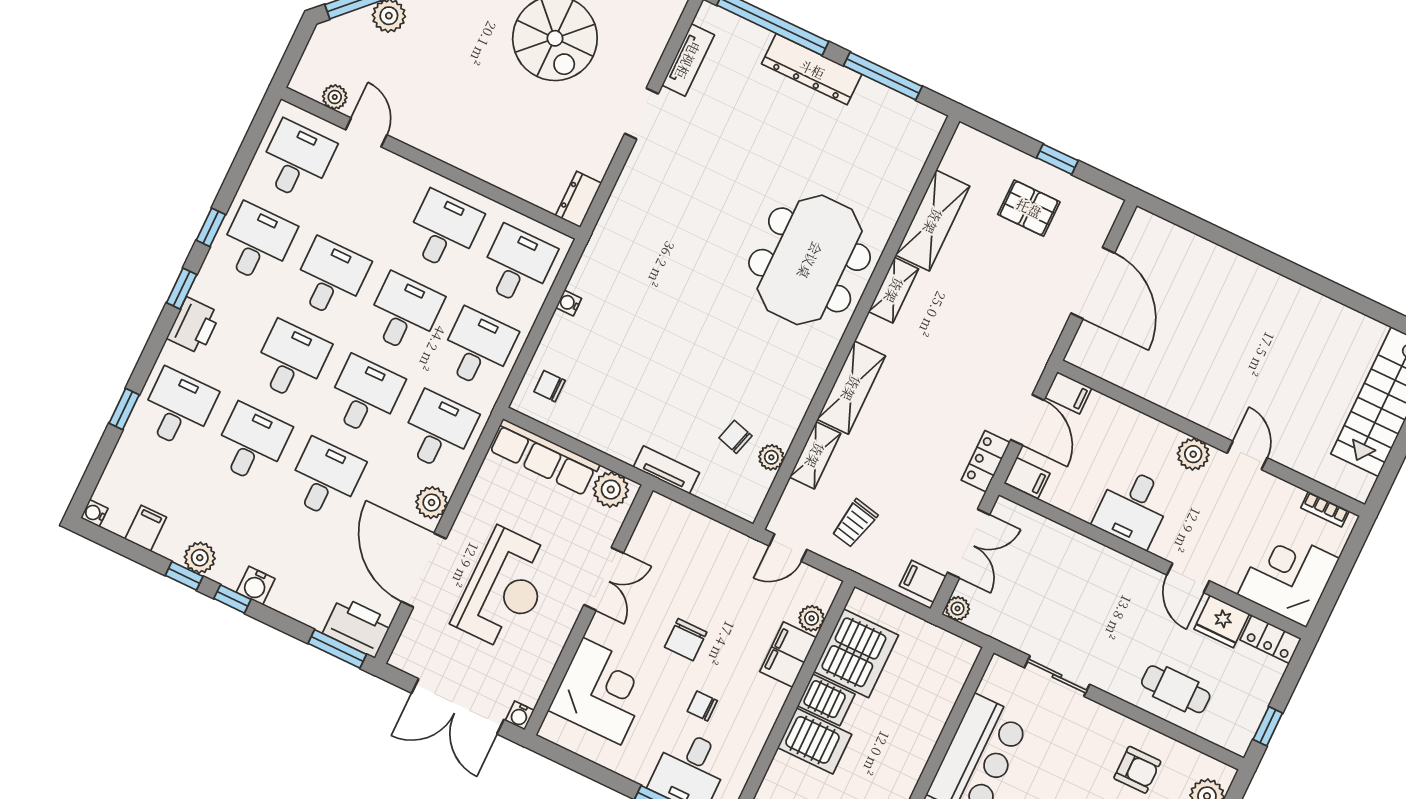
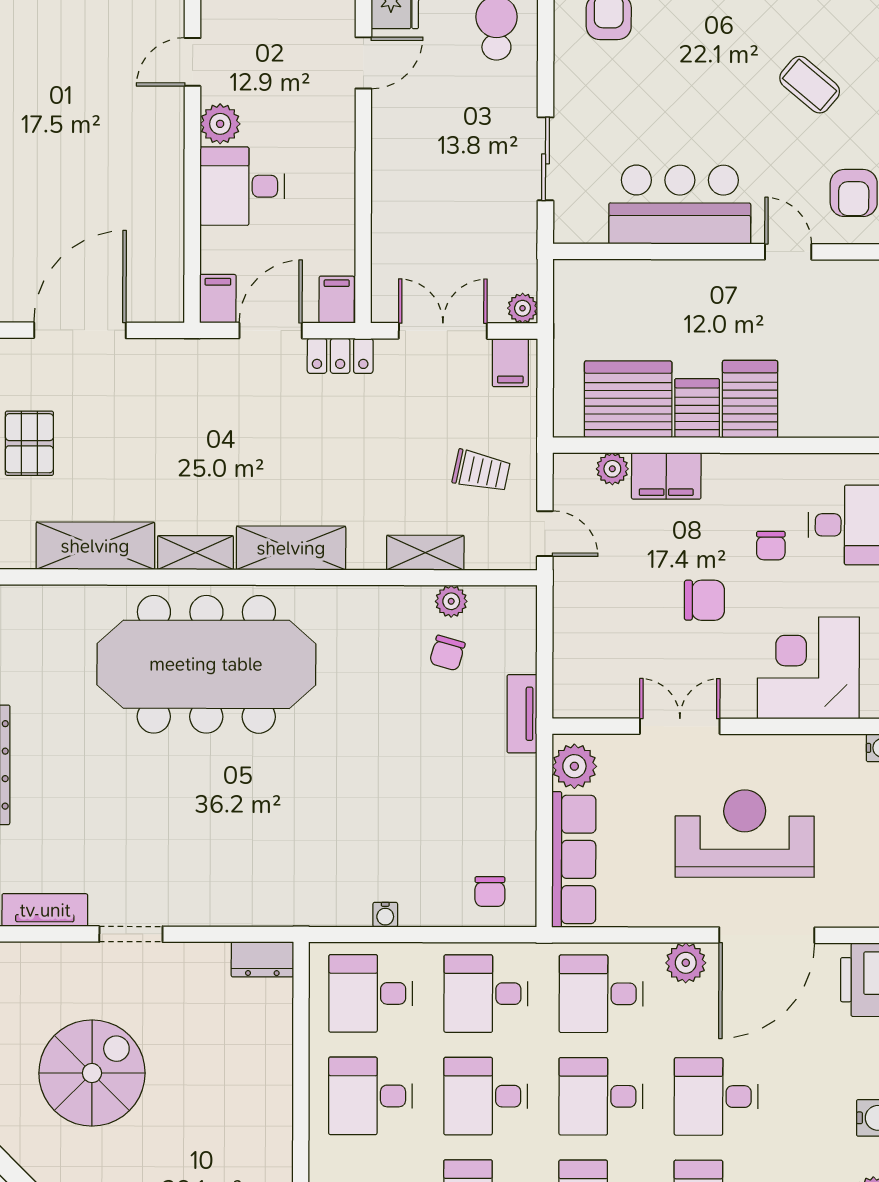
meeting table: (810, 260) -> (206, 664), width x1.36
shelving: (851, 388) -> (291, 548), moved
desk: (1133, 508) -> (242, 186), moved, turned 180

